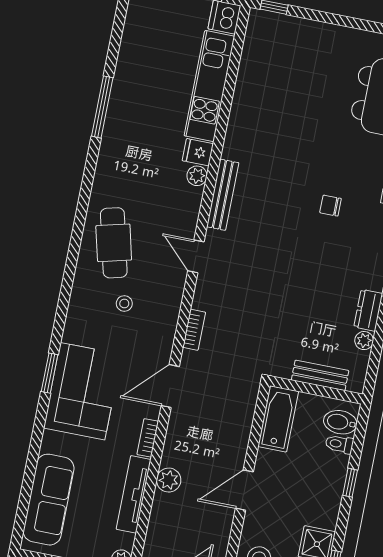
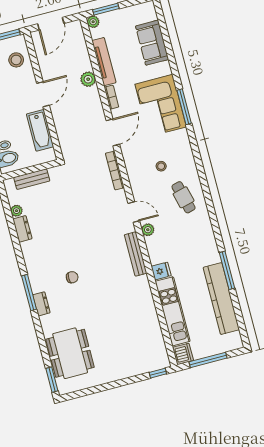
kitchen counter: (130, 70) -> (221, 299), added
plant: (197, 176) -> (148, 230), moved
cafe table: (114, 243) -> (184, 197), width x0.73, depth x0.74
bookcase: (194, 330) -> (115, 170), width x1.56
window: (50, 373) -> (184, 107), width x1.44
bathtub: (278, 419) -> (40, 130), moved
sofa: (49, 500) -> (152, 43), width x0.73

